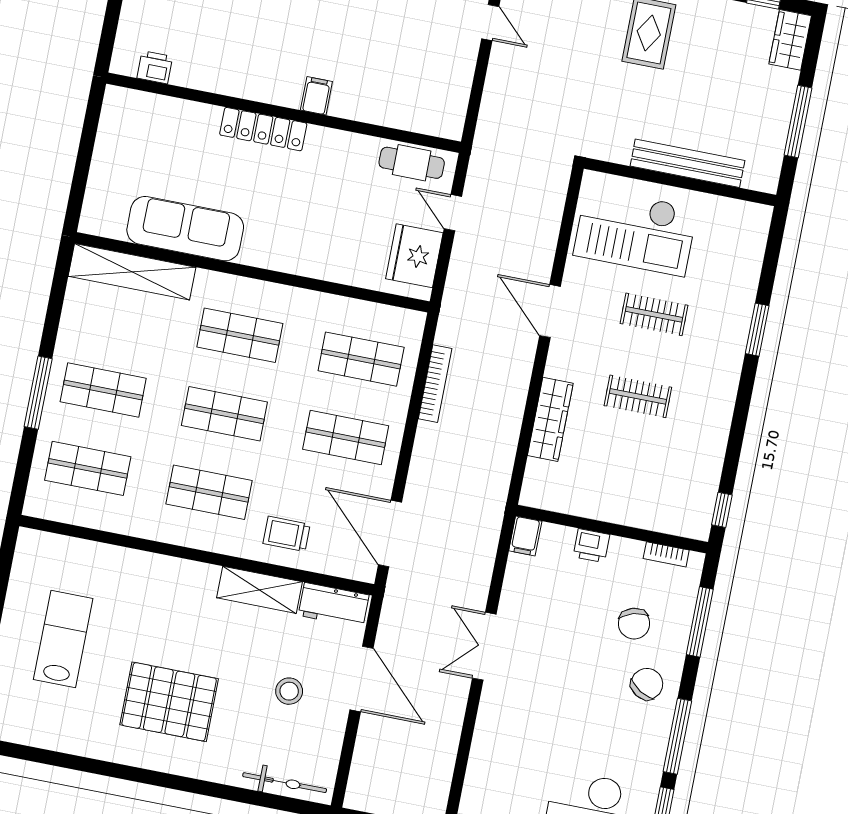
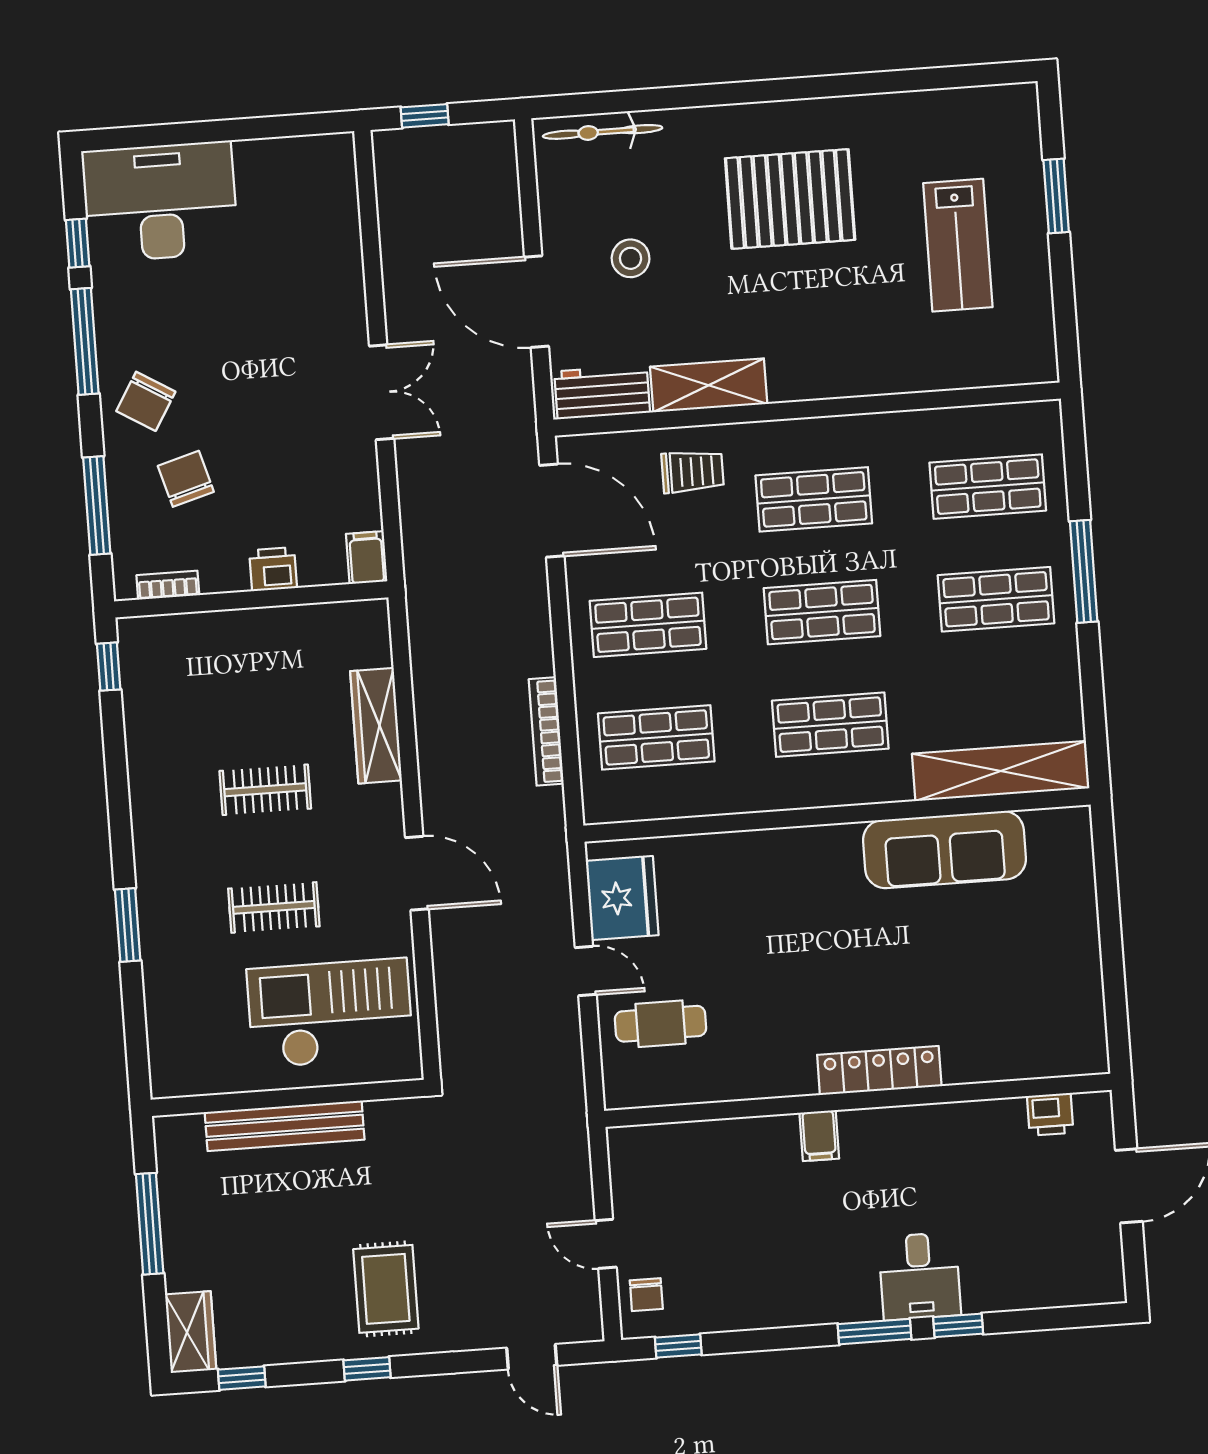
printer: (155, 67) -> (1050, 1114), moved
filing cabinet: (316, 96) -> (819, 1136), moved
wall: (283, 113) -> (858, 1100), moved
locker: (263, 129) -> (879, 1071), moved

